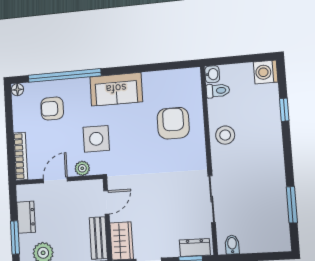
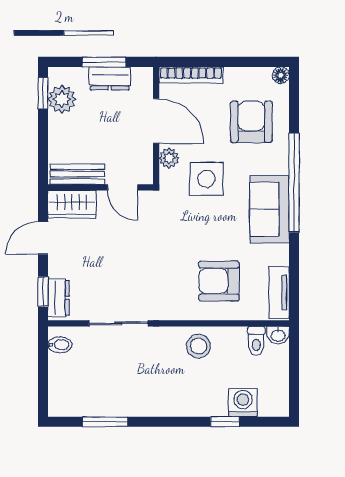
washing machine: (266, 72) -> (243, 403), moved
window: (64, 75) -> (294, 183), moved
tv unit: (179, 76) -> (279, 292), added
armchair: (52, 109) -> (251, 122), width x1.38, depth x1.38
armchair: (173, 123) -> (219, 281), turned 180
door: (55, 180) -> (156, 121), width x1.38
window: (15, 237) -> (104, 62), moved

